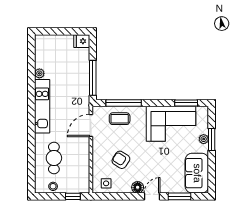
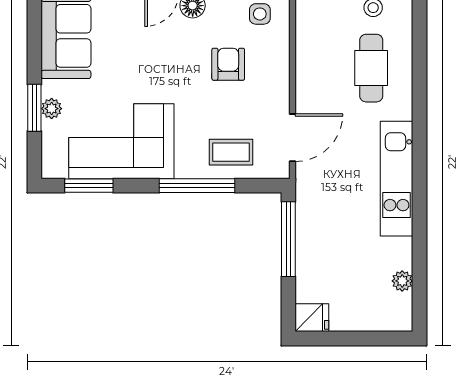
plant: (39, 73) -> (402, 281), moved
window: (124, 103) -> (197, 186), moved
armchair: (121, 160) -> (228, 64), turned -122

